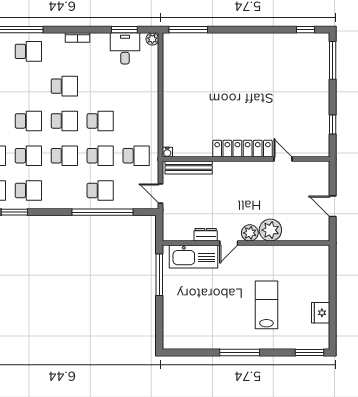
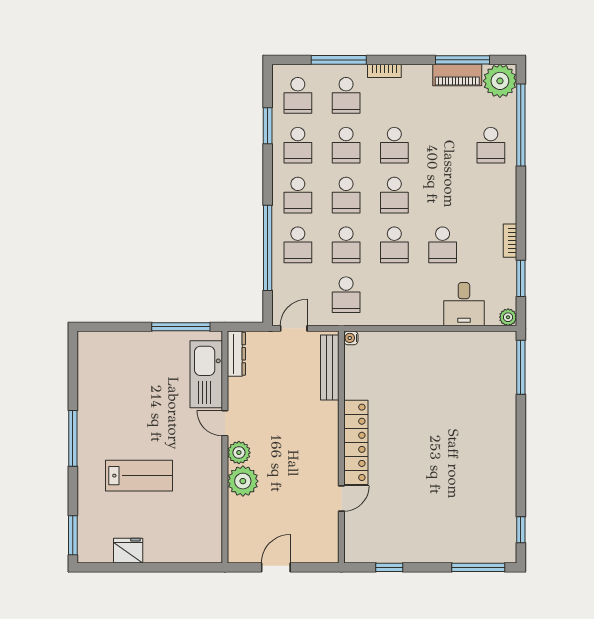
bookcase: (77, 38) -> (510, 241), moved
desk: (125, 48) -> (464, 304), moved, turned 90
school desk: (64, 86) -> (443, 245), moved
school desk: (64, 190) -> (298, 195), added
dresser: (206, 235) -> (236, 354), moved, width x1.44

